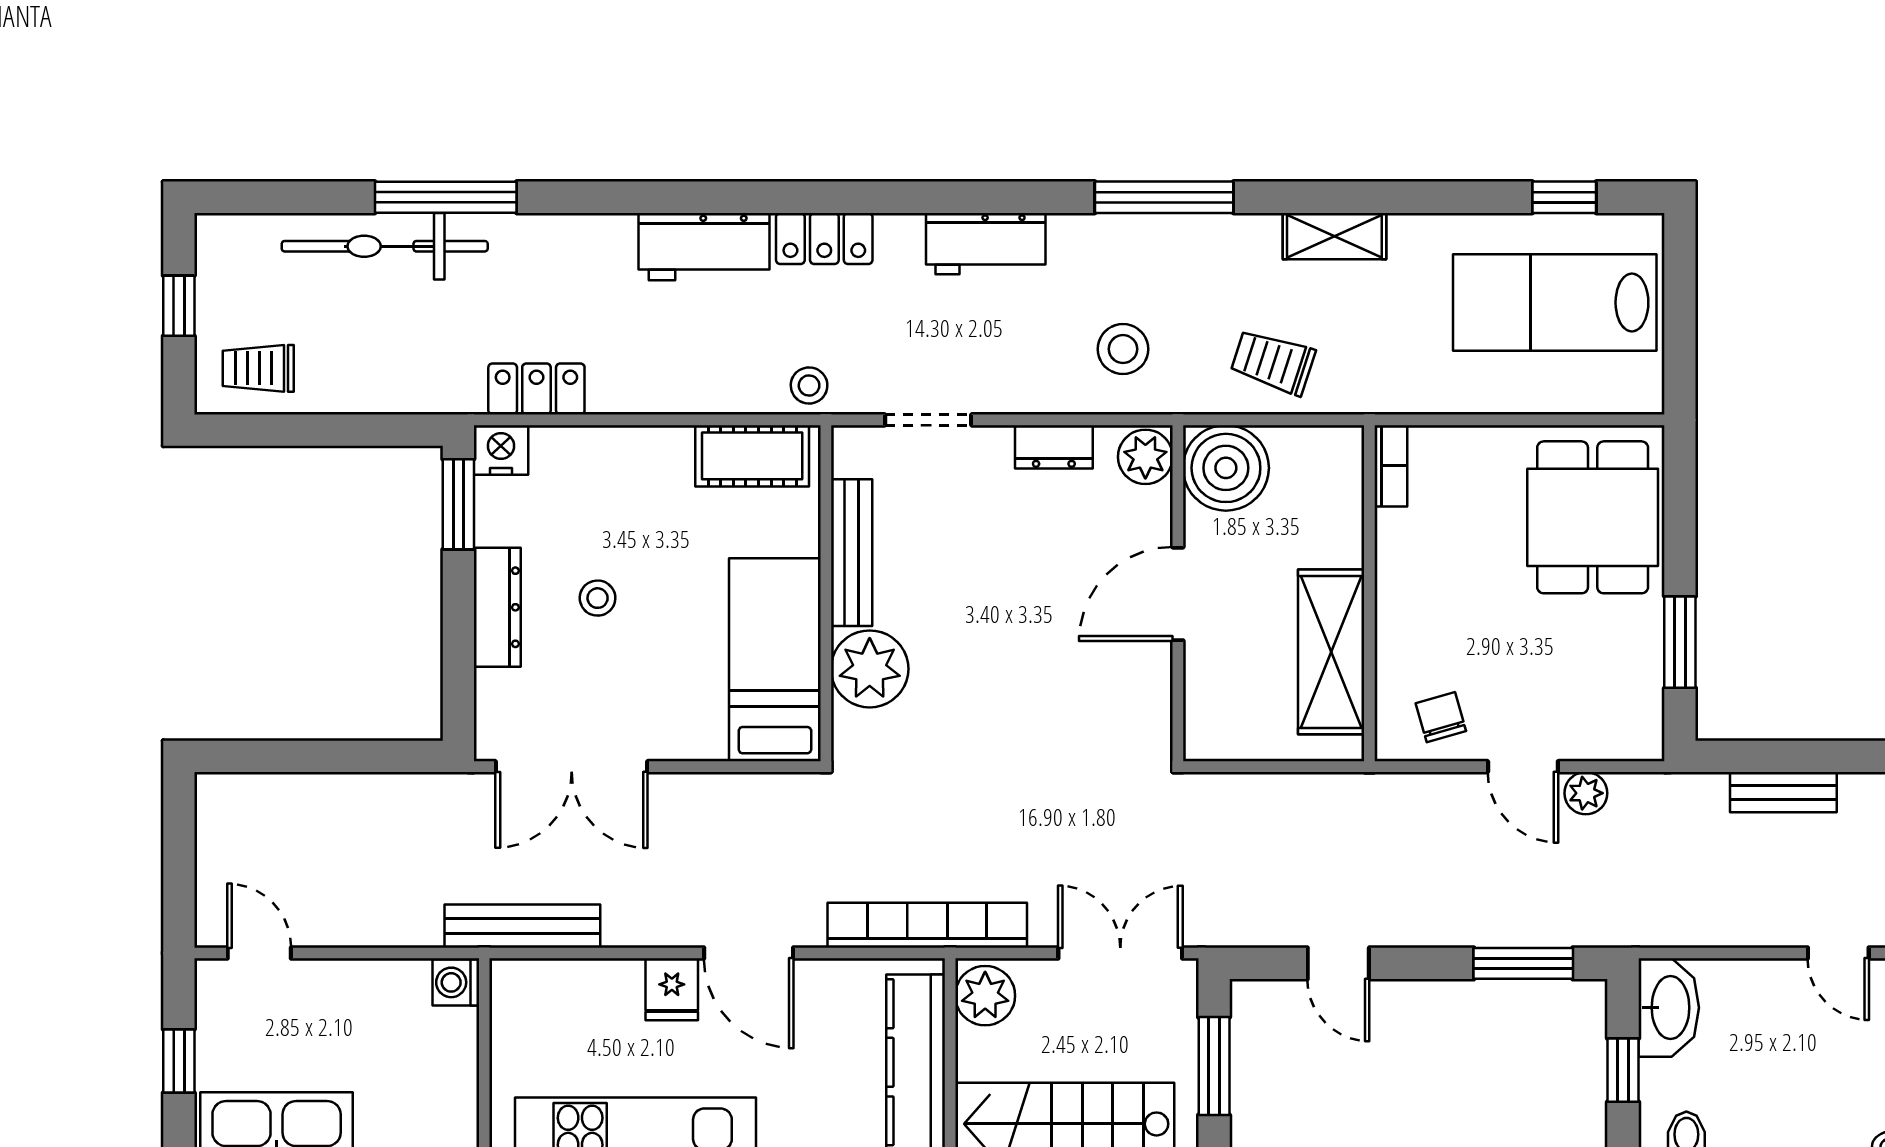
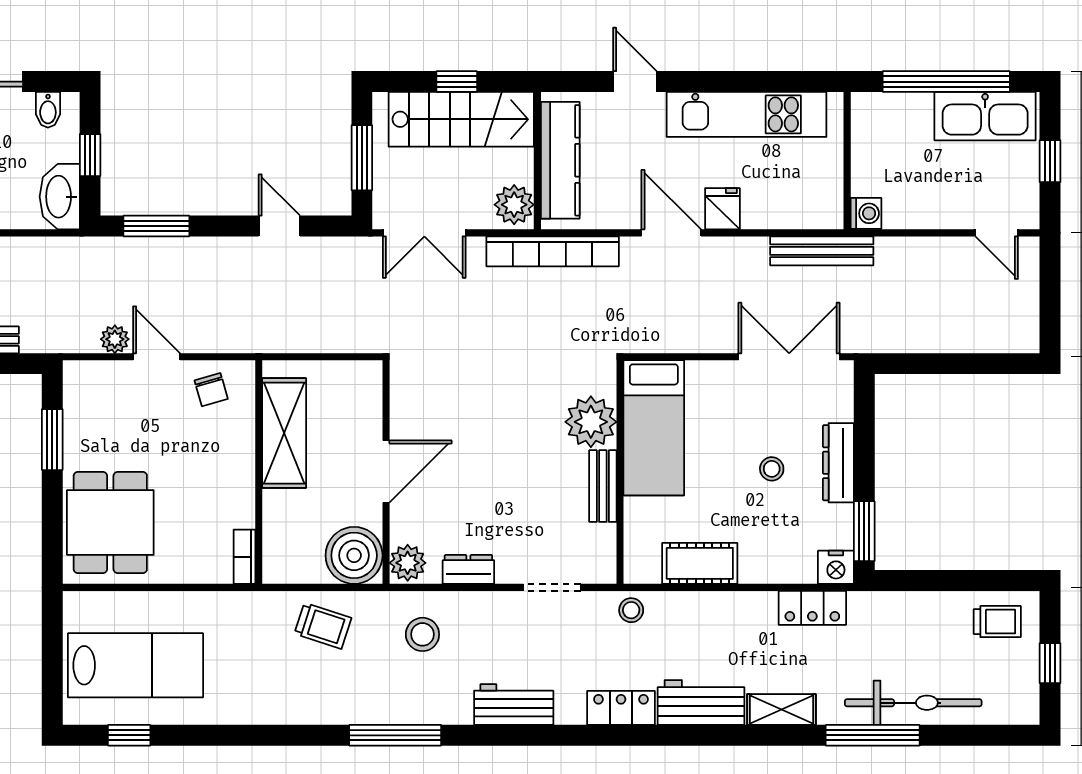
shelving: (1334, 236) -> (782, 710), moved
cot: (752, 456) -> (700, 563), moved
bench: (852, 553) -> (603, 486), width x0.73

